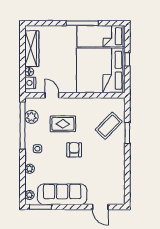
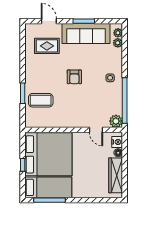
window: (82, 23) -> (49, 200), moved
plant: (31, 117) -> (116, 121), moved
rug: (63, 124) -> (47, 46), moved
coffee table: (109, 126) -> (41, 100), turned 46
plant: (30, 169) -> (118, 43), moved
window: (40, 207) -> (84, 21), moved

